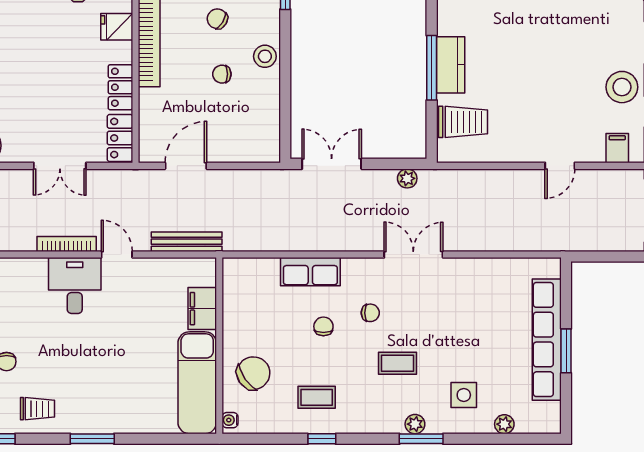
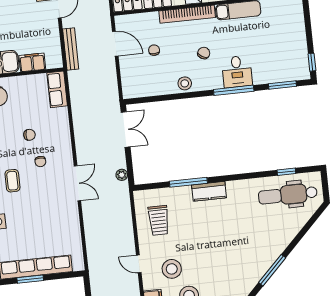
kitchen counter: (451, 65) -> (209, 191), moved
chair: (222, 74) -> (154, 50), moved
stool: (574, 111) -> (172, 269), added
trolley: (463, 122) -> (159, 220), moved
row of seats: (310, 272) -> (57, 89), moved

